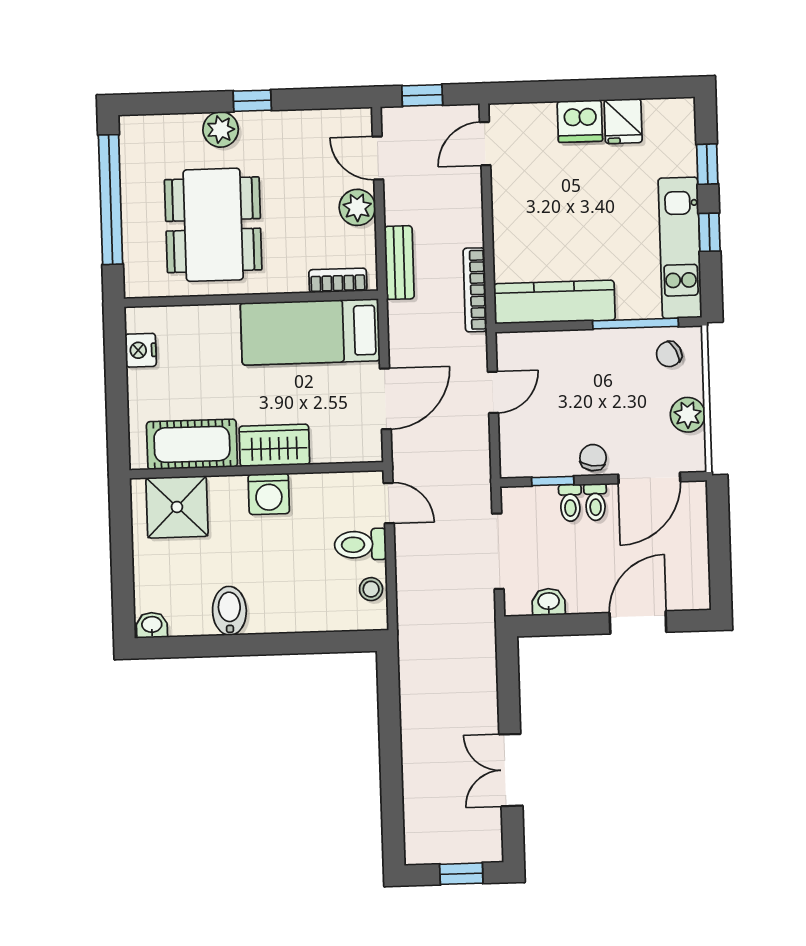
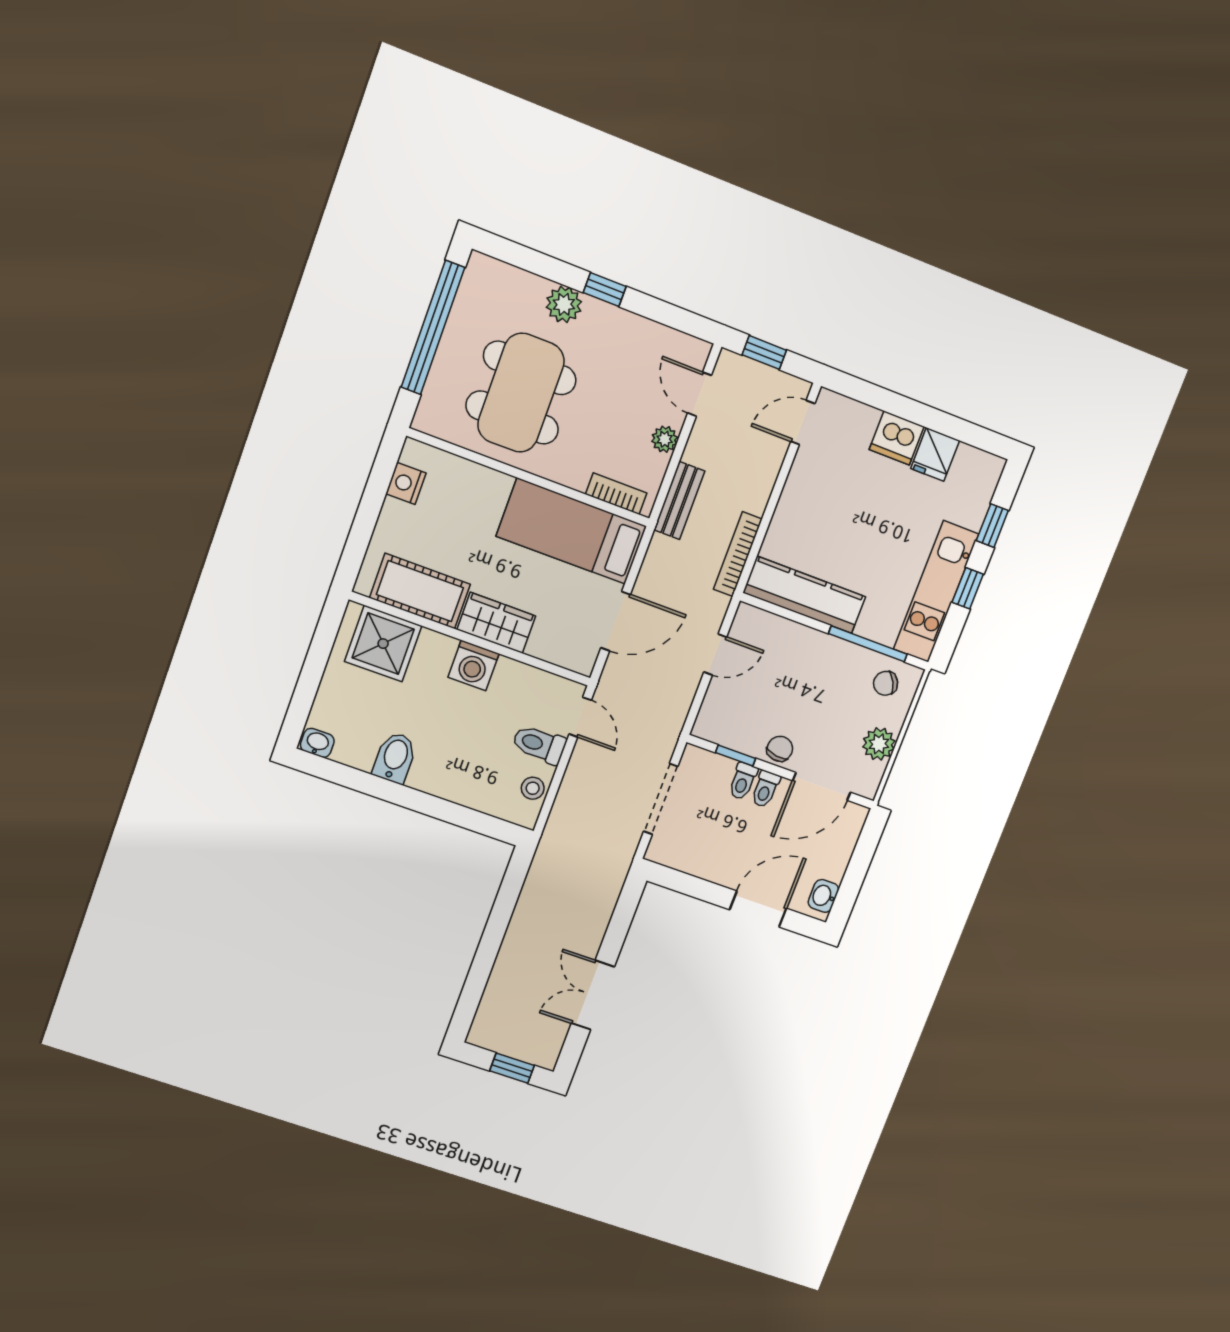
plant: (357, 207) -> (665, 439), width x0.73, depth x0.73
washbasin: (549, 602) -> (823, 896), moved, turned -90

